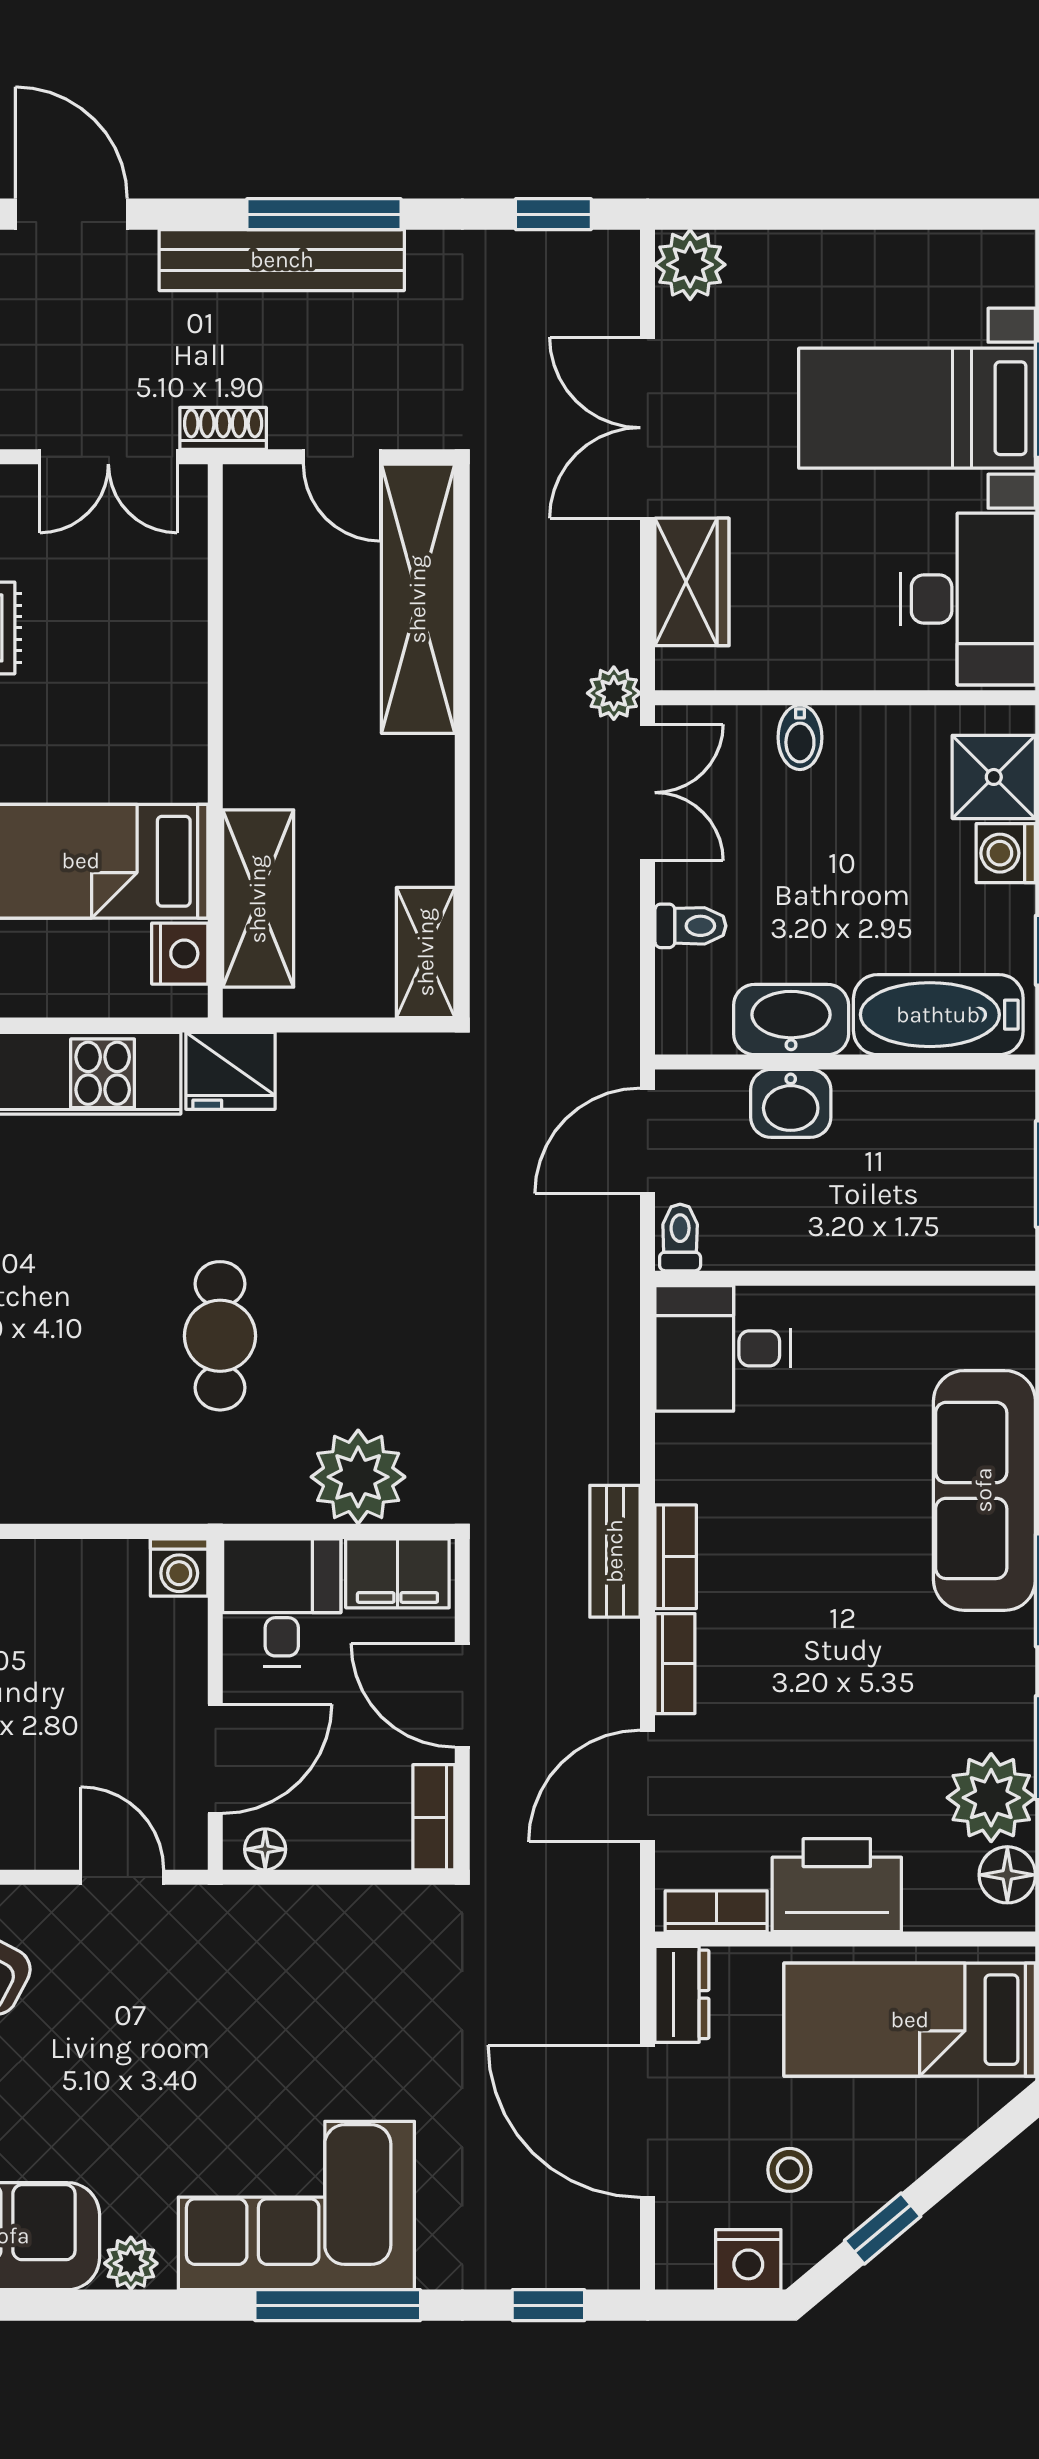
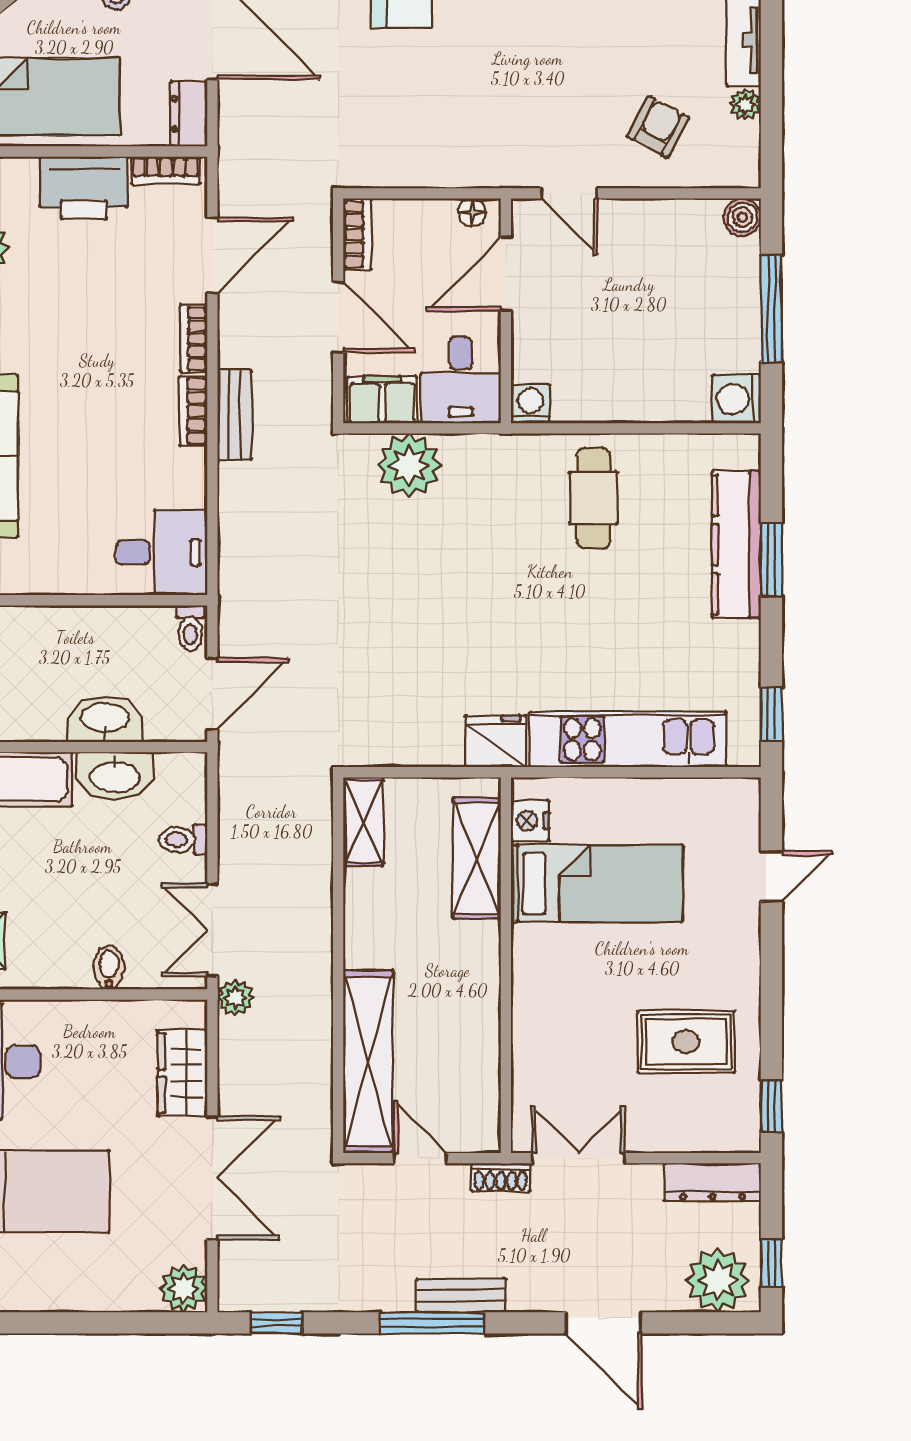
bench: (282, 260) -> (461, 1295), width x0.54, depth x0.82
washbasin: (791, 1103) -> (105, 719), width x1.38
cafe table: (220, 1336) -> (593, 498), moved

